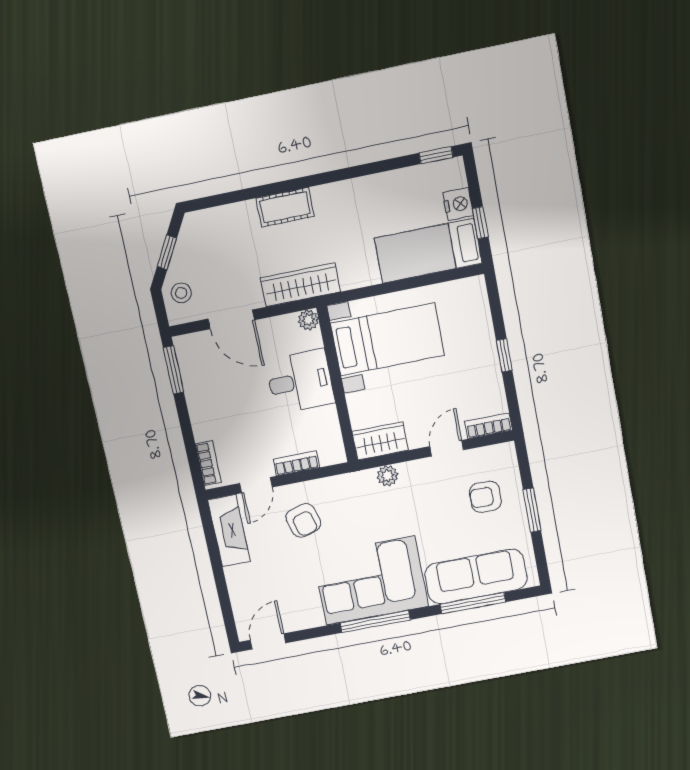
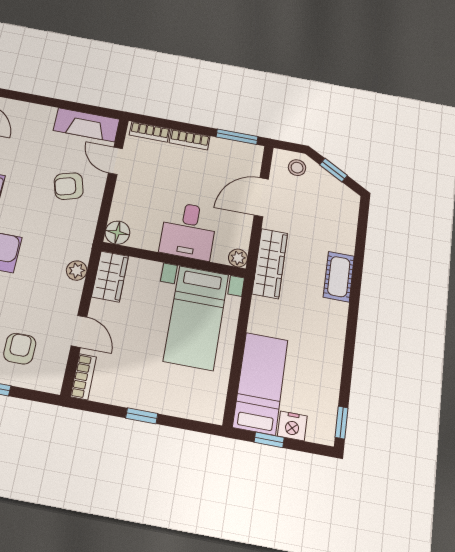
floor lamp: (332, 452) -> (117, 233), added
bookcase: (296, 463) -> (190, 139), moved, turned 90

